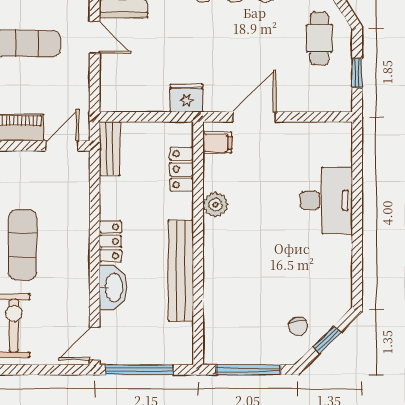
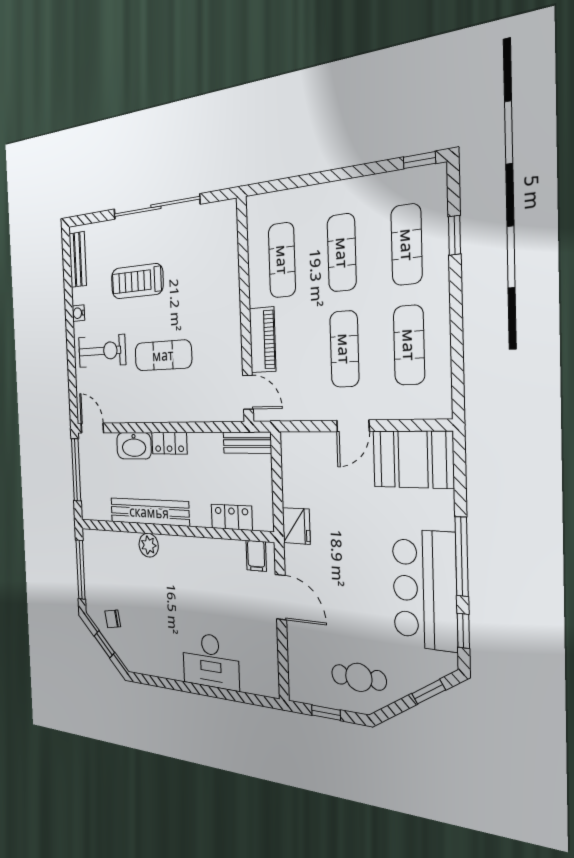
plant: (215, 205) -> (149, 545), moved

